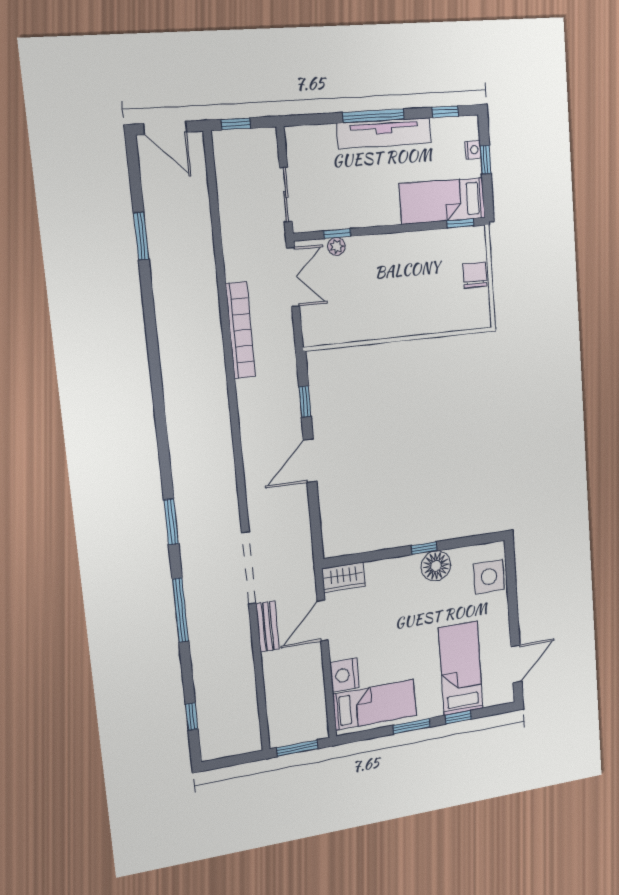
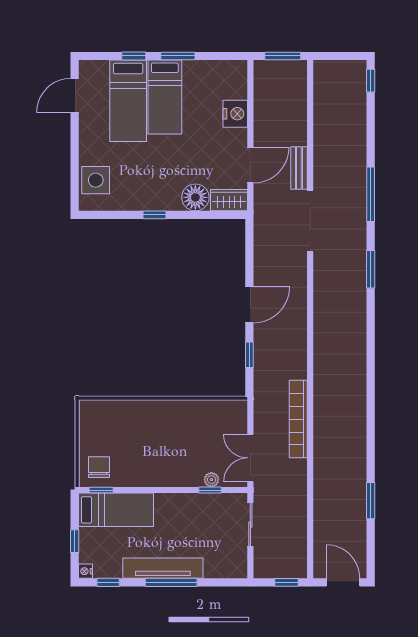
nightstand: (473, 150) -> (85, 571), moved
chair: (475, 275) -> (99, 467), moved, turned 180
floor lamp: (436, 566) -> (195, 197), moved
bed: (375, 705) -> (165, 97), moved, turned -90
window: (192, 717) -> (371, 81), moved

